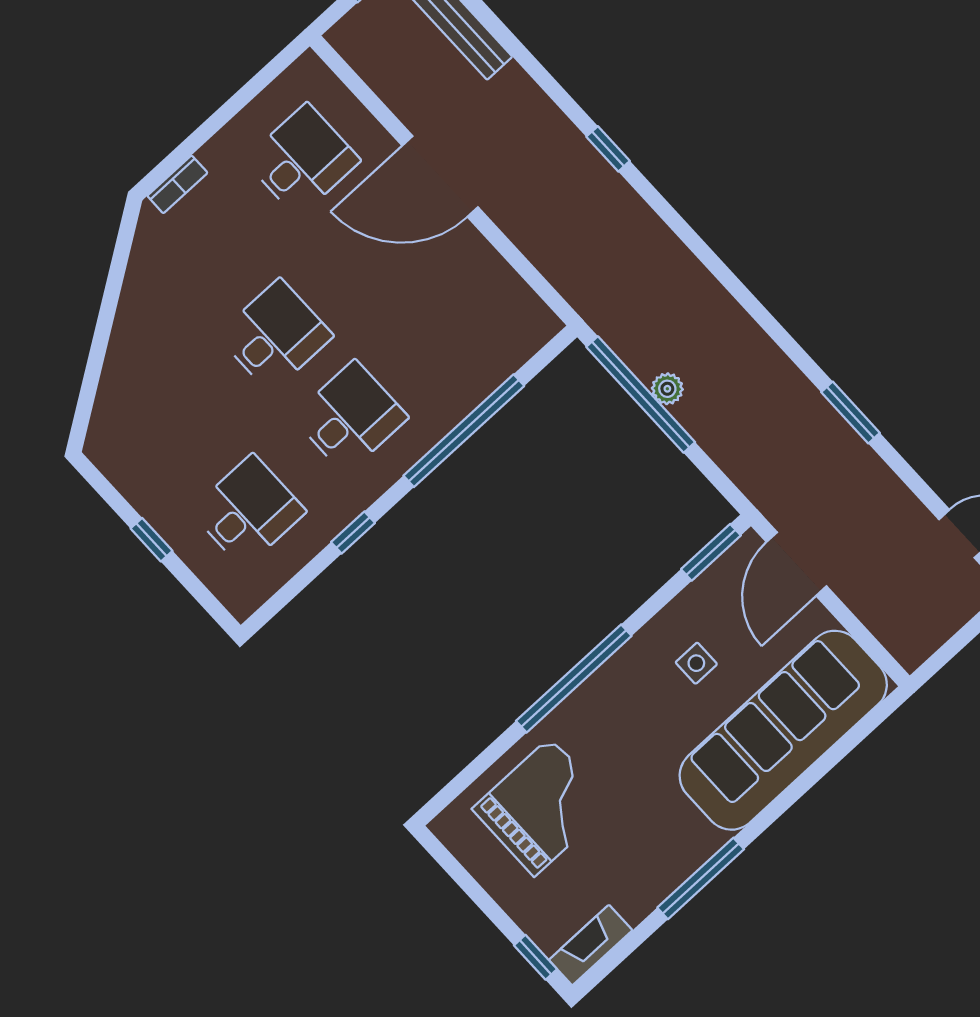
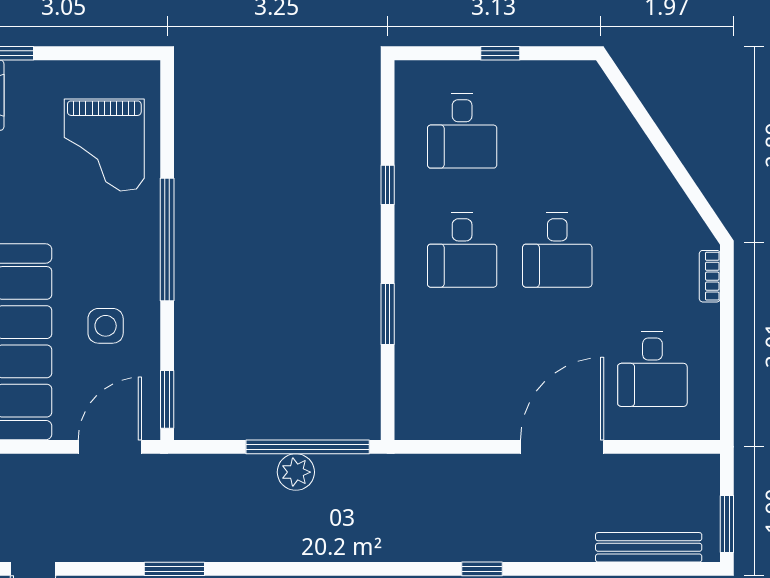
plant: (667, 389) -> (296, 472), width x1.38, depth x1.38
window: (464, 431) -> (388, 314), width x0.47
door: (797, 564) -> (110, 447), hinge flipped
side table: (696, 663) -> (106, 326), width x1.37, depth x1.37

